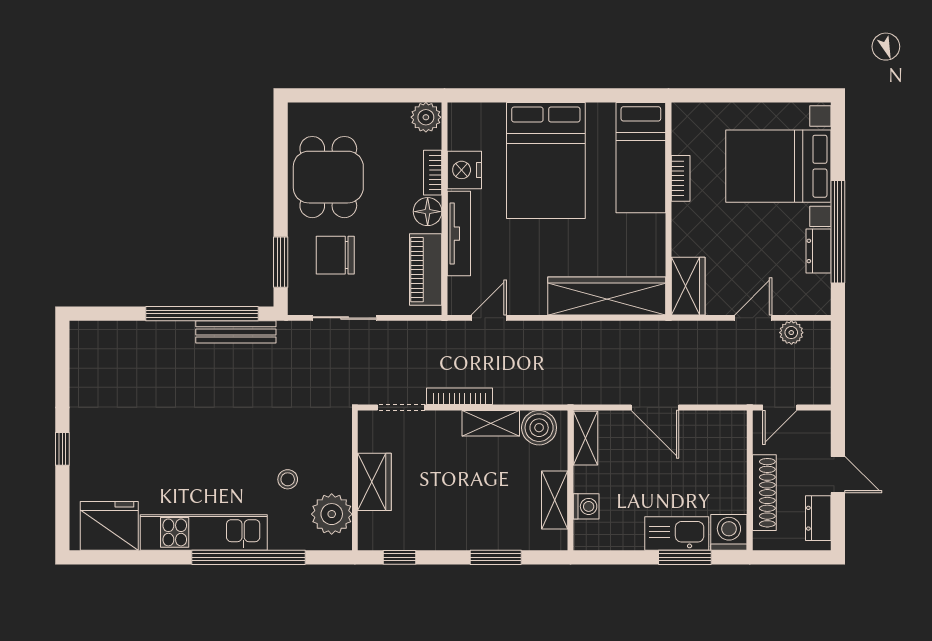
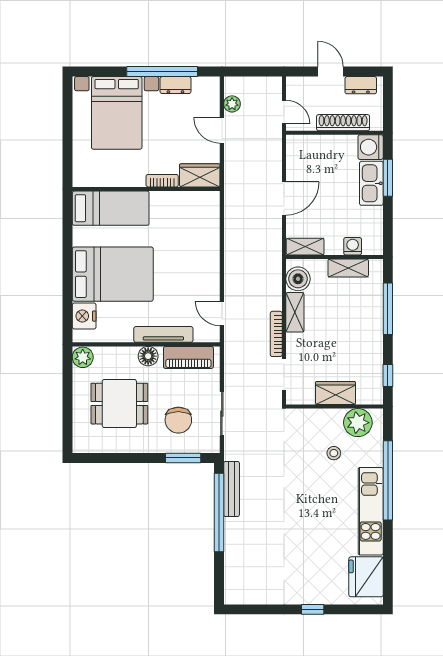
nightstand: (464, 170) -> (84, 316), moved, turned 90
bookcase: (433, 173) -> (121, 353), removed
dining table: (328, 177) -> (119, 404), moved
bookcase: (681, 178) -> (162, 181), moved
wardrobe: (607, 296) -> (207, 232), removed
door: (838, 475) -> (331, 72), hinge flipped
window: (496, 557) -> (388, 309), width x1.44

